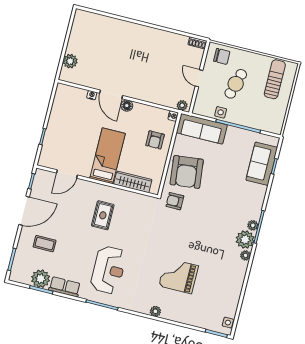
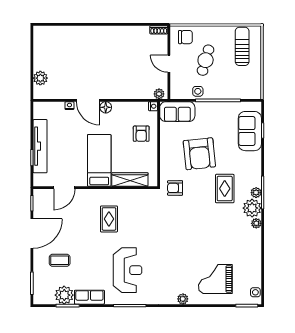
tv unit: (53, 128) -> (40, 146), added
sofa: (202, 129) -> (177, 112), width x0.73
armchair: (187, 172) -> (199, 154), moved
rug: (223, 214) -> (225, 189), added
grand piano: (179, 276) -> (215, 279), moved

